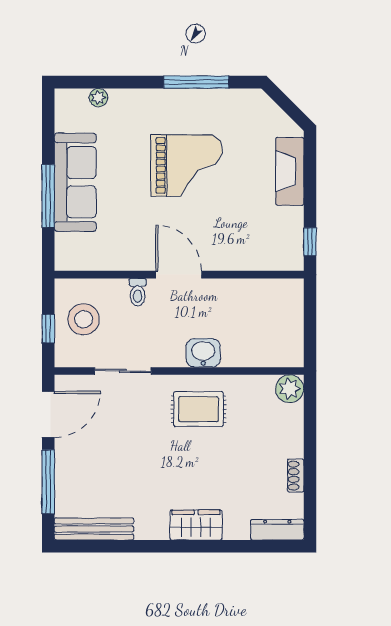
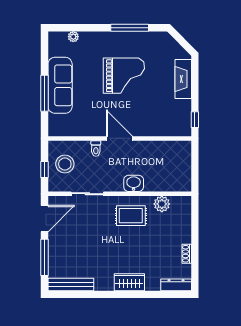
plant: (290, 389) -> (162, 204), moved

